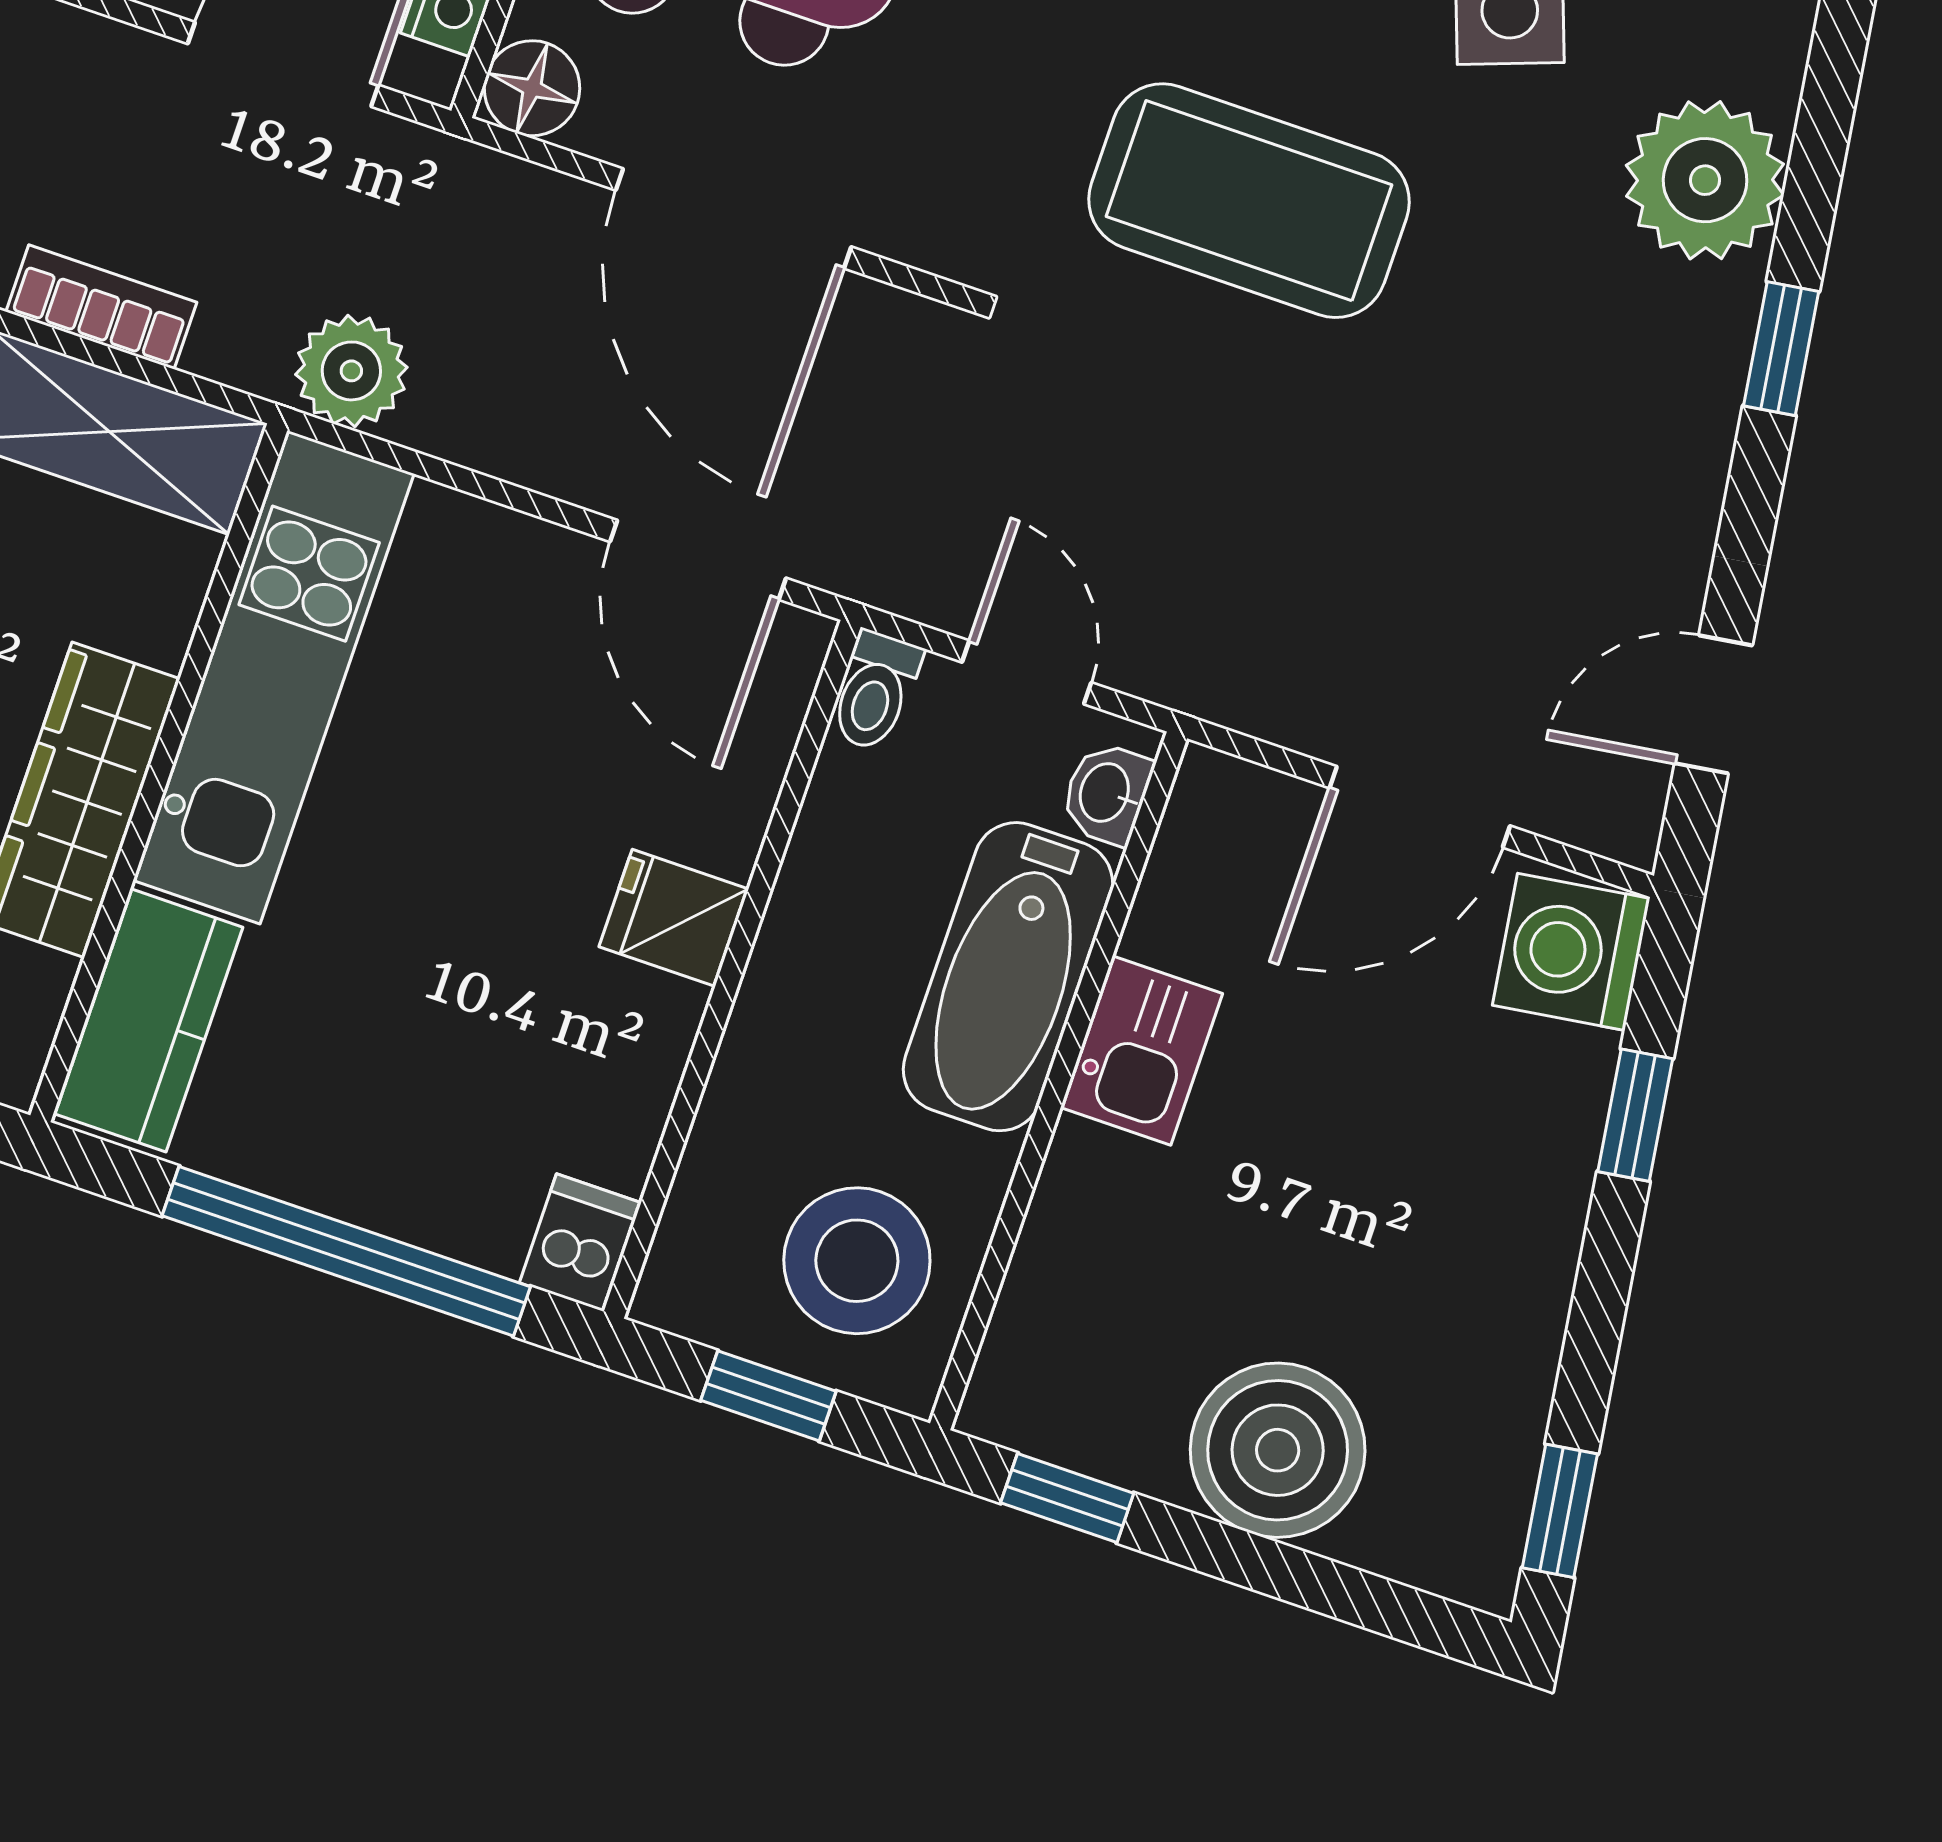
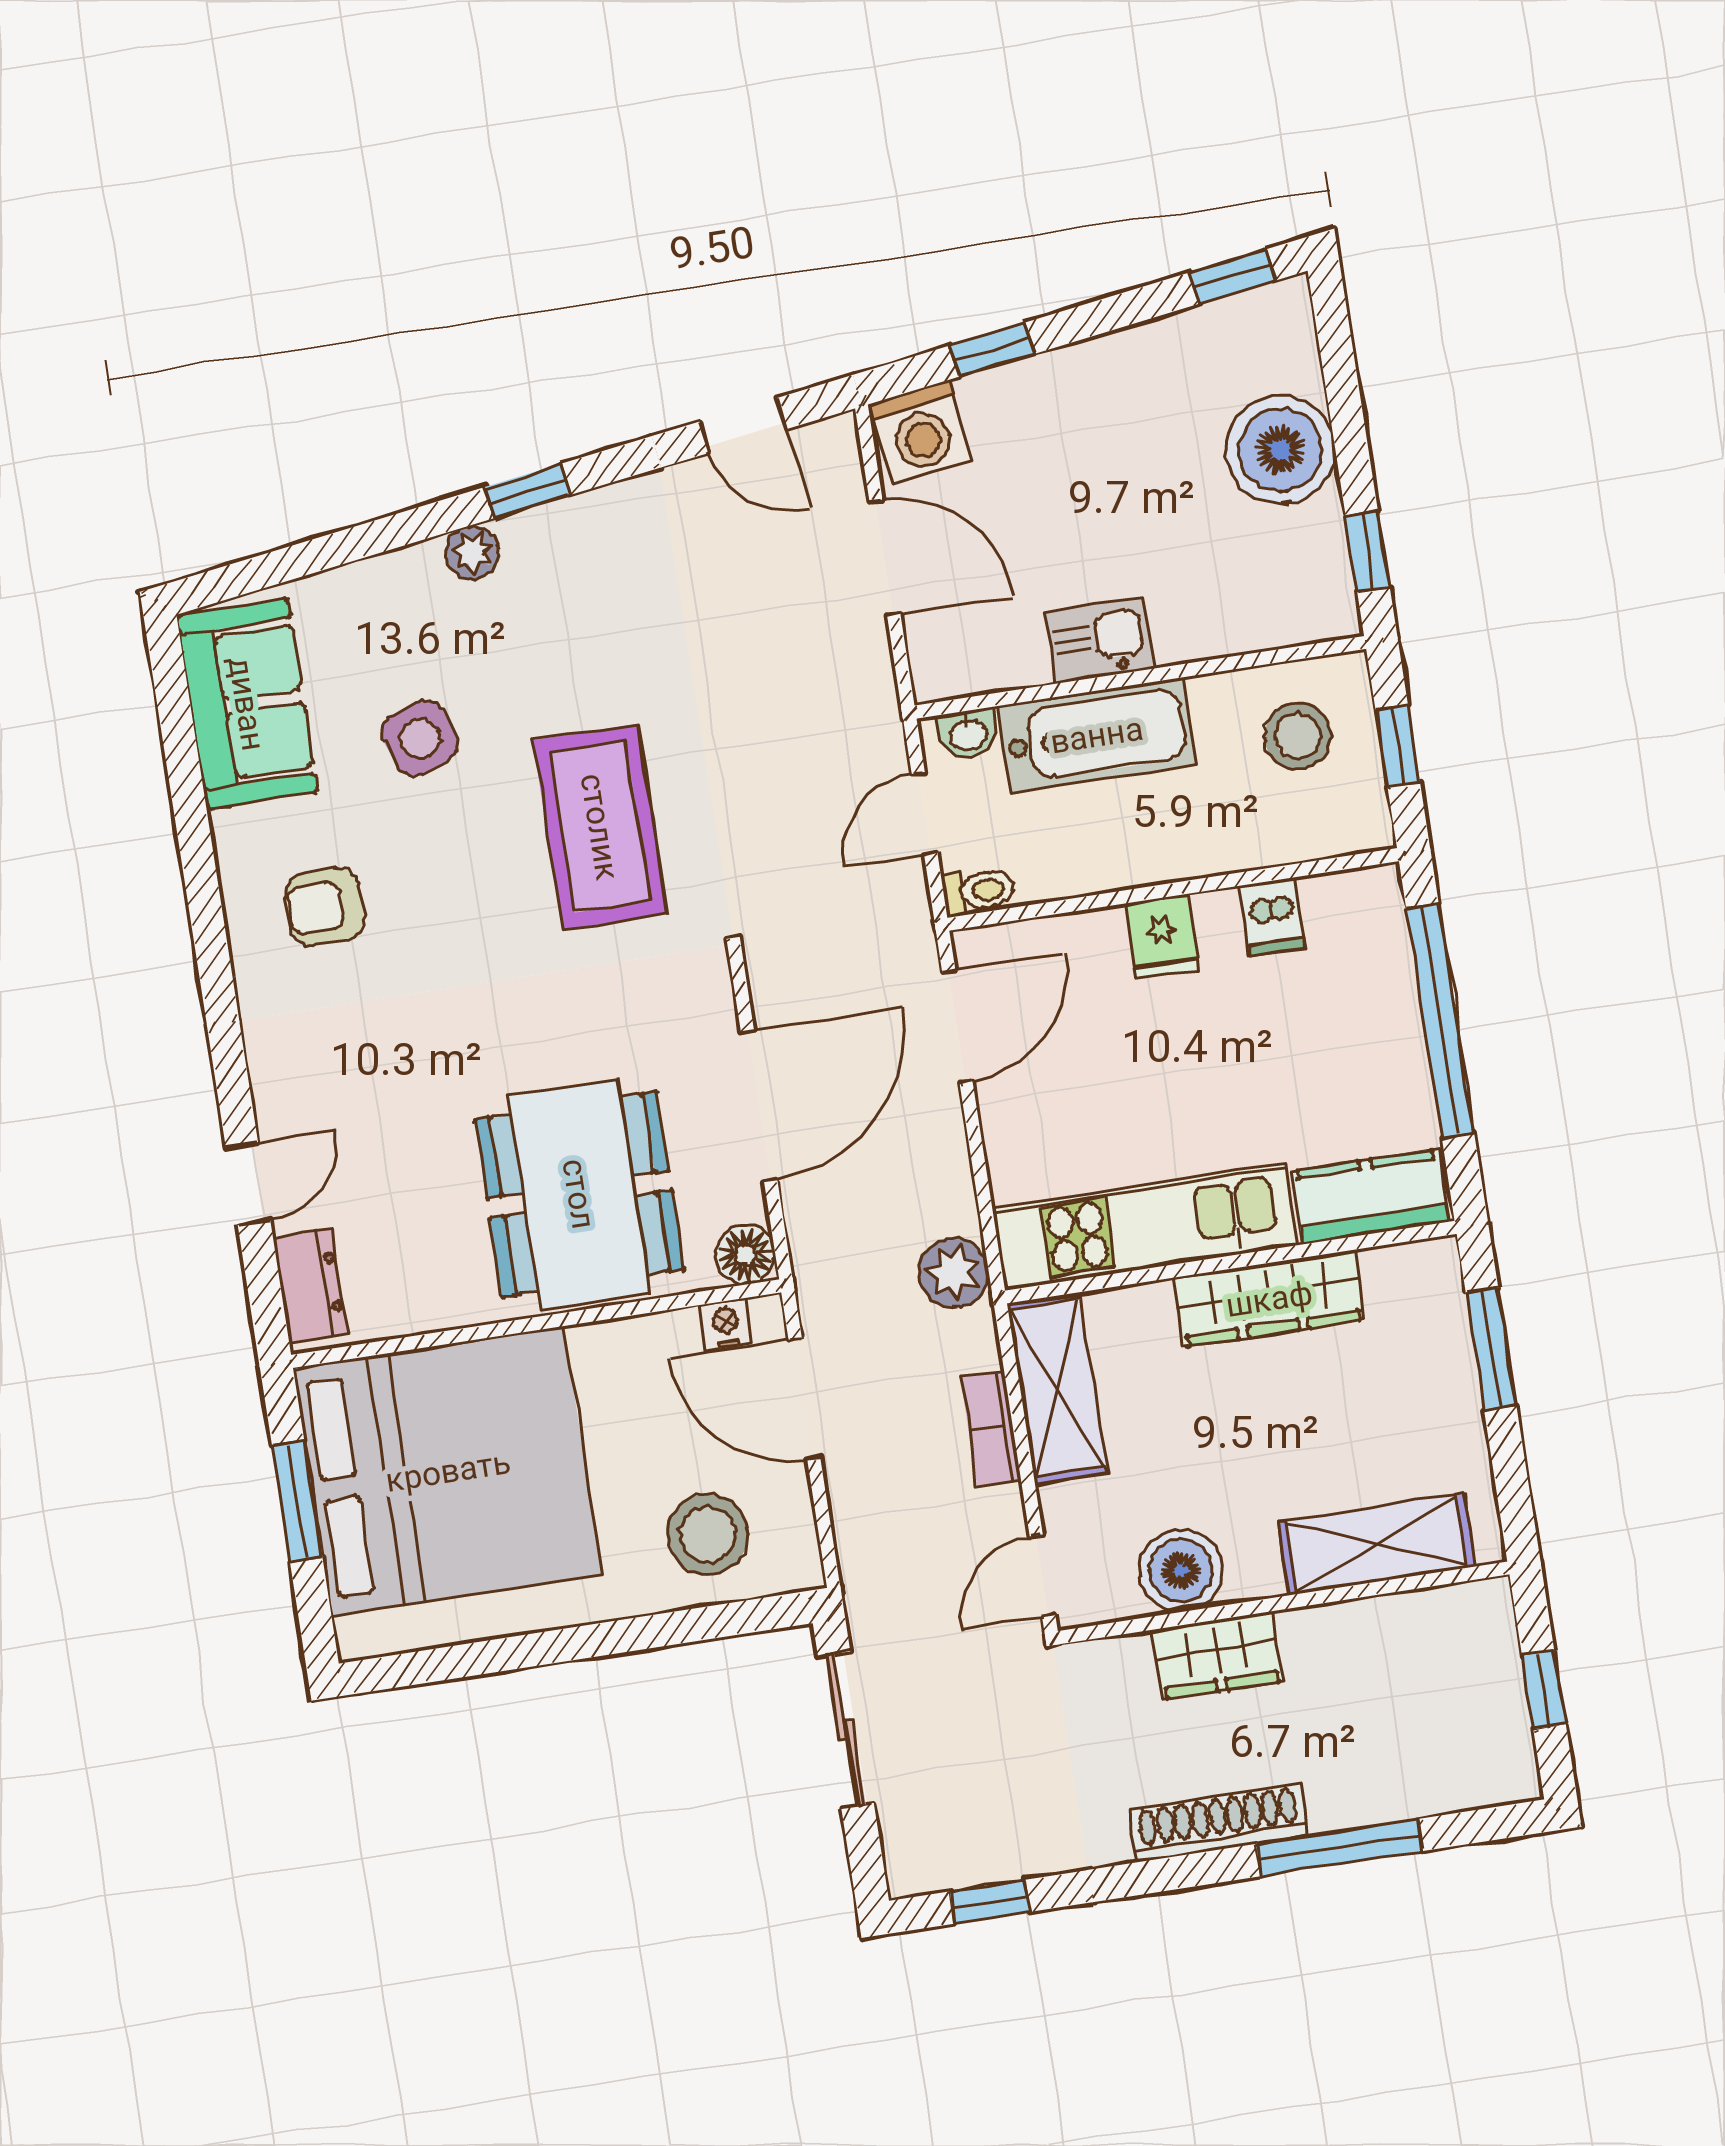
plant: (1705, 180) -> (472, 553), width x0.53, depth x0.53
dishwasher: (580, 1243) -> (1272, 917), moved, turned -90
stool: (857, 1261) -> (1298, 736), width x0.73, depth x0.73

